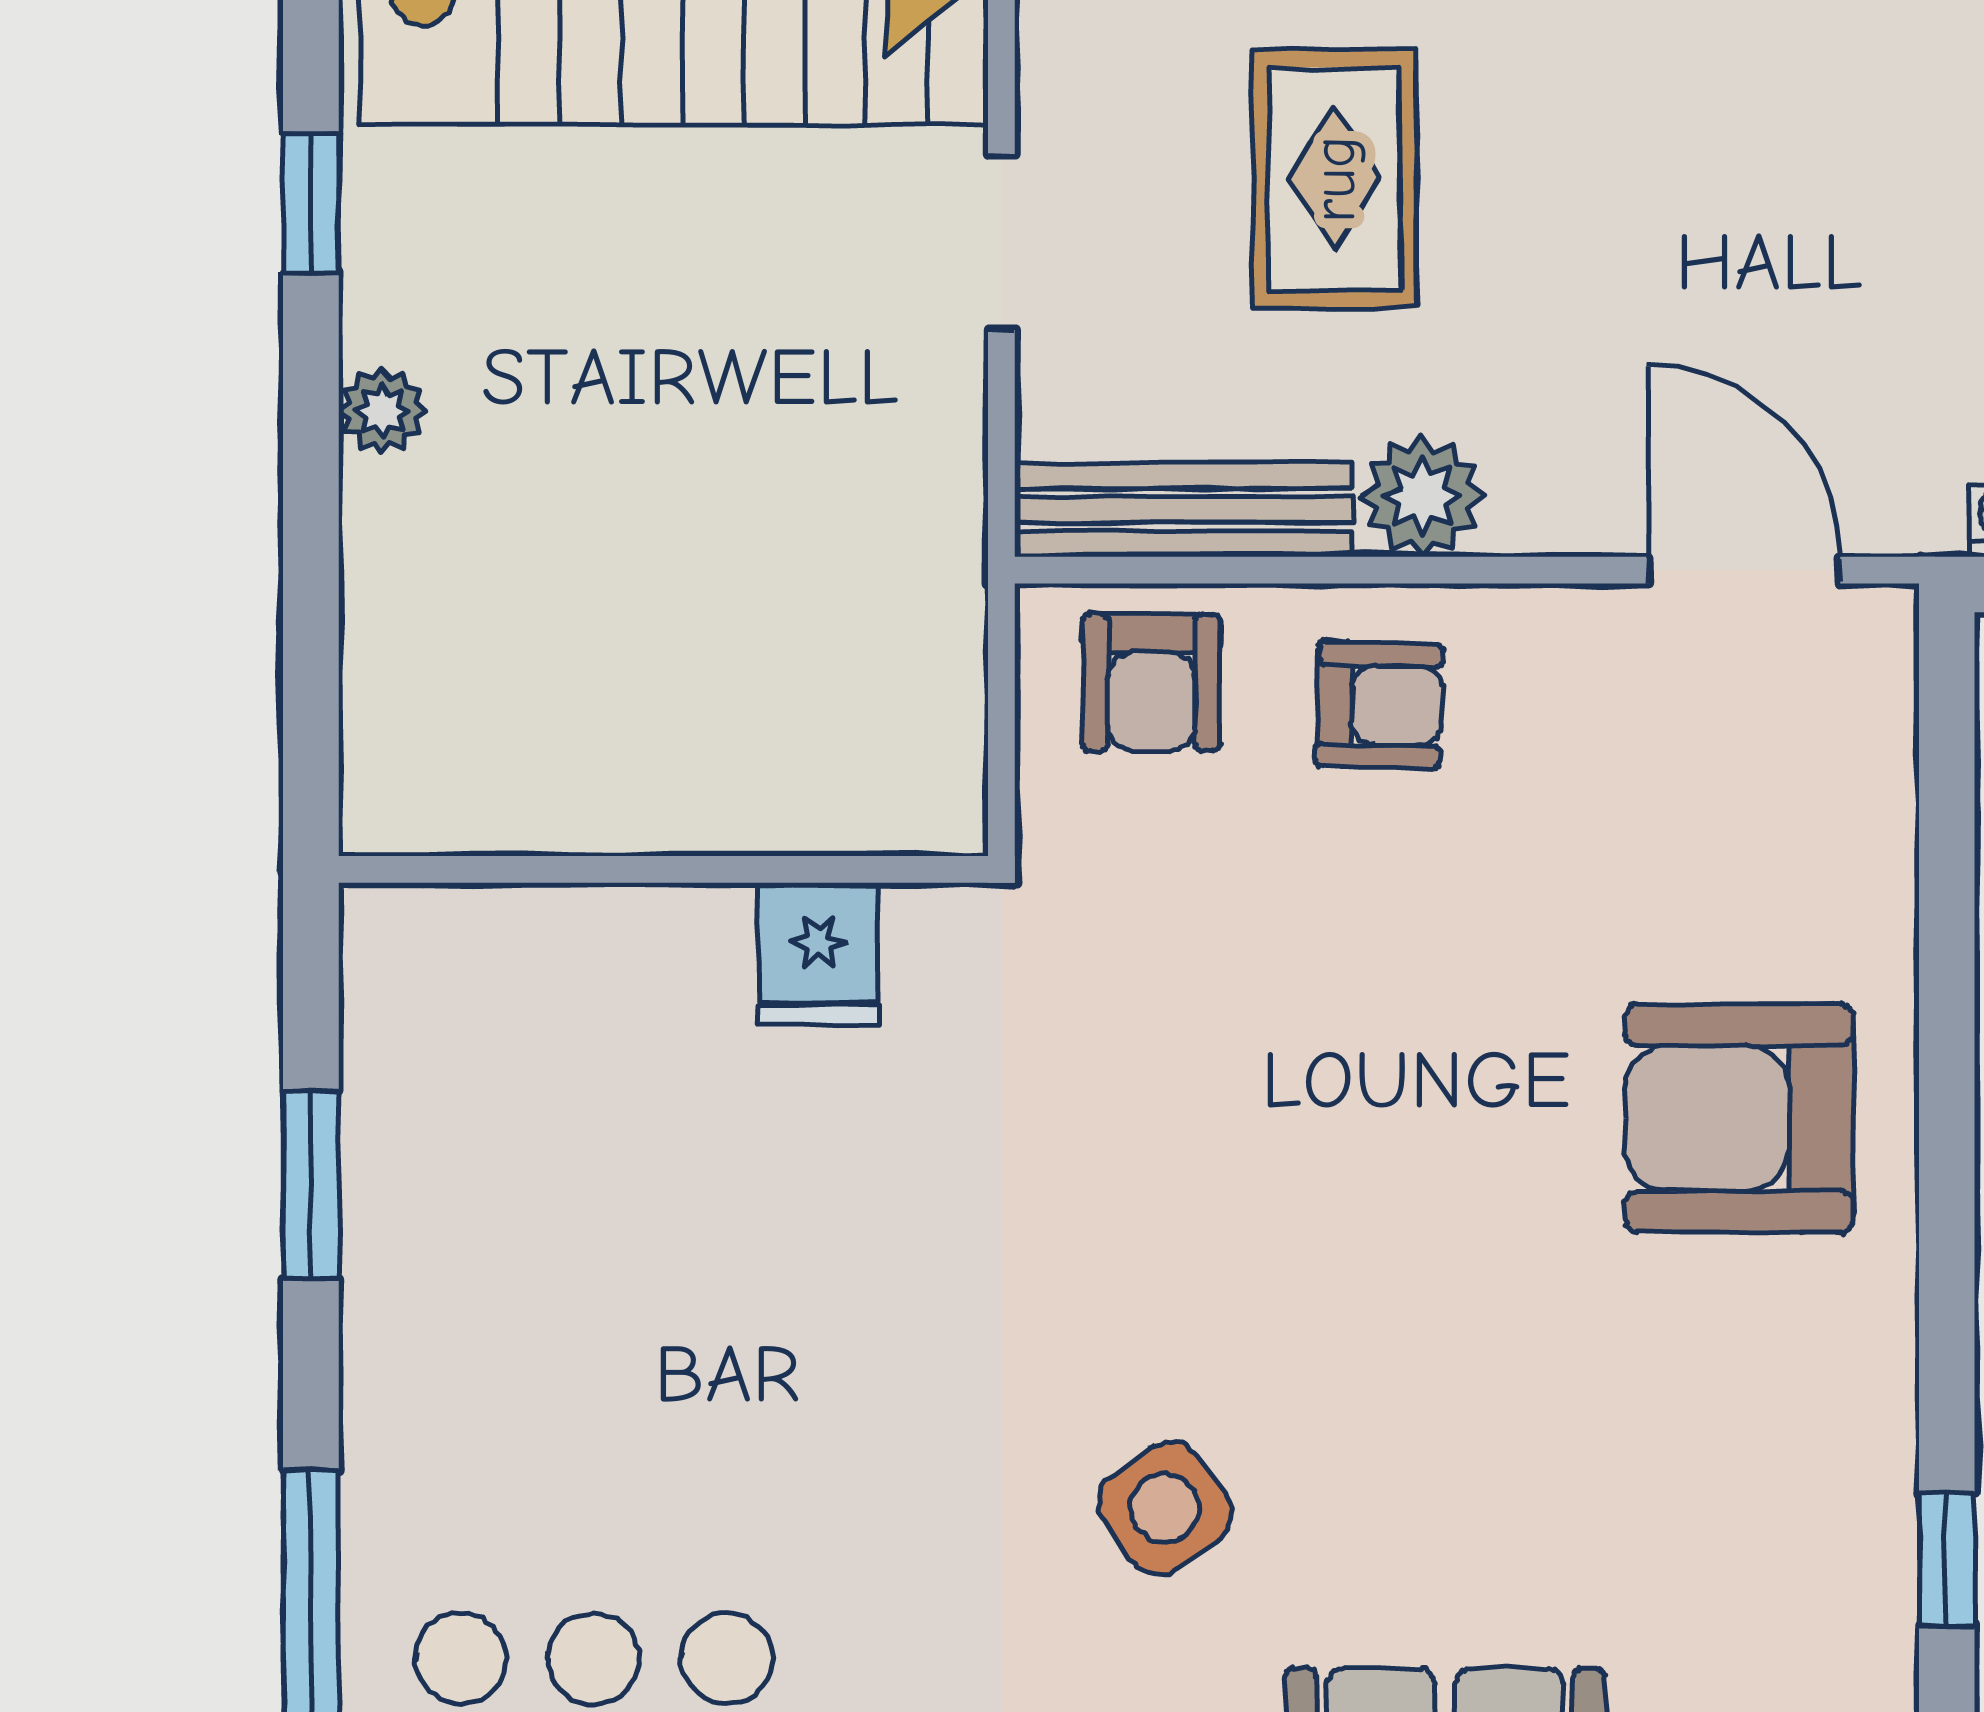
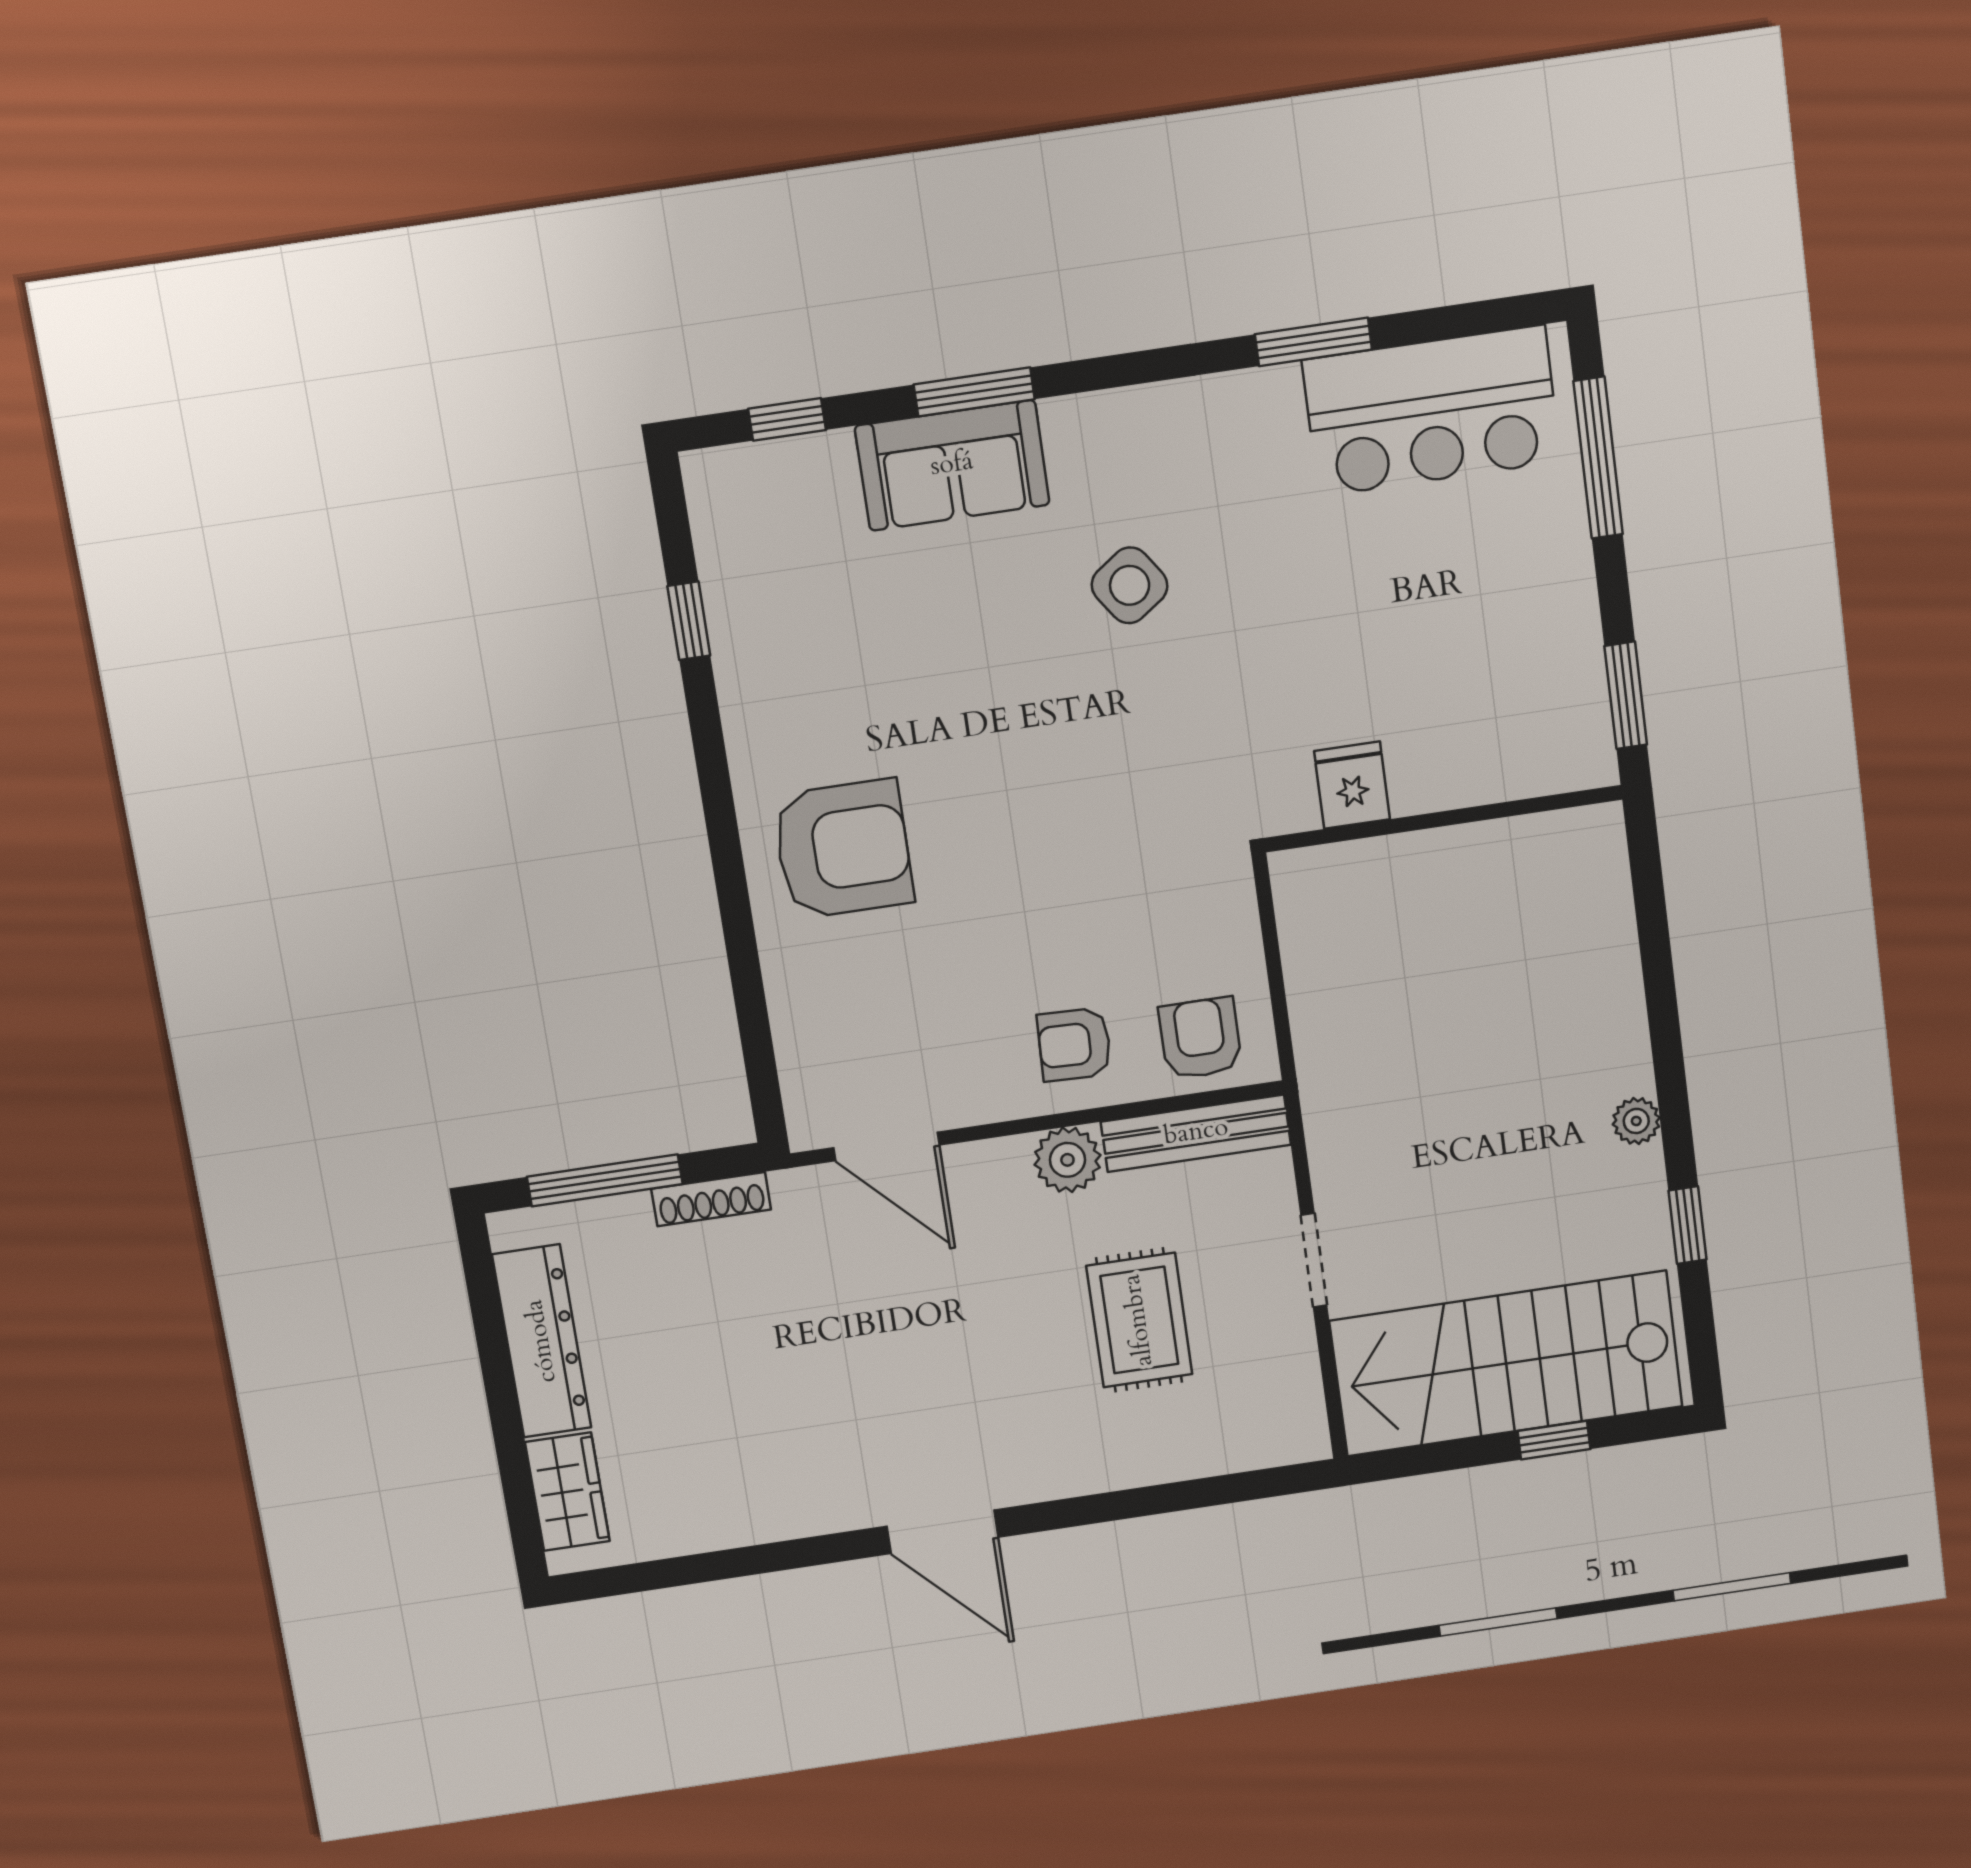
wall: (663, 869) -> (1443, 819), moved
fridge: (819, 954) -> (1352, 785), moved

